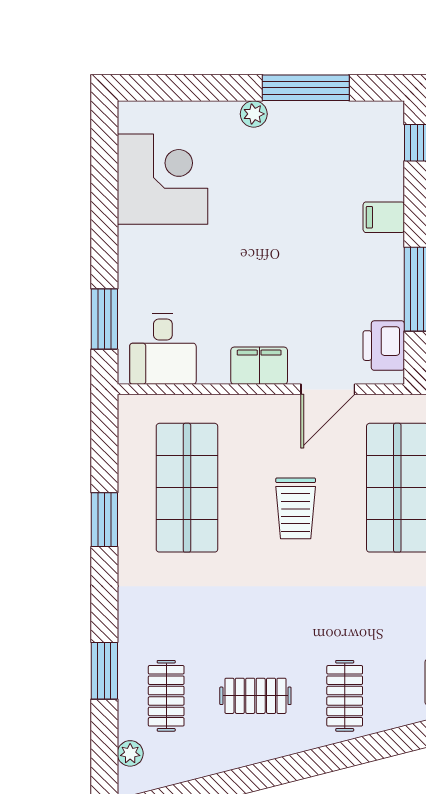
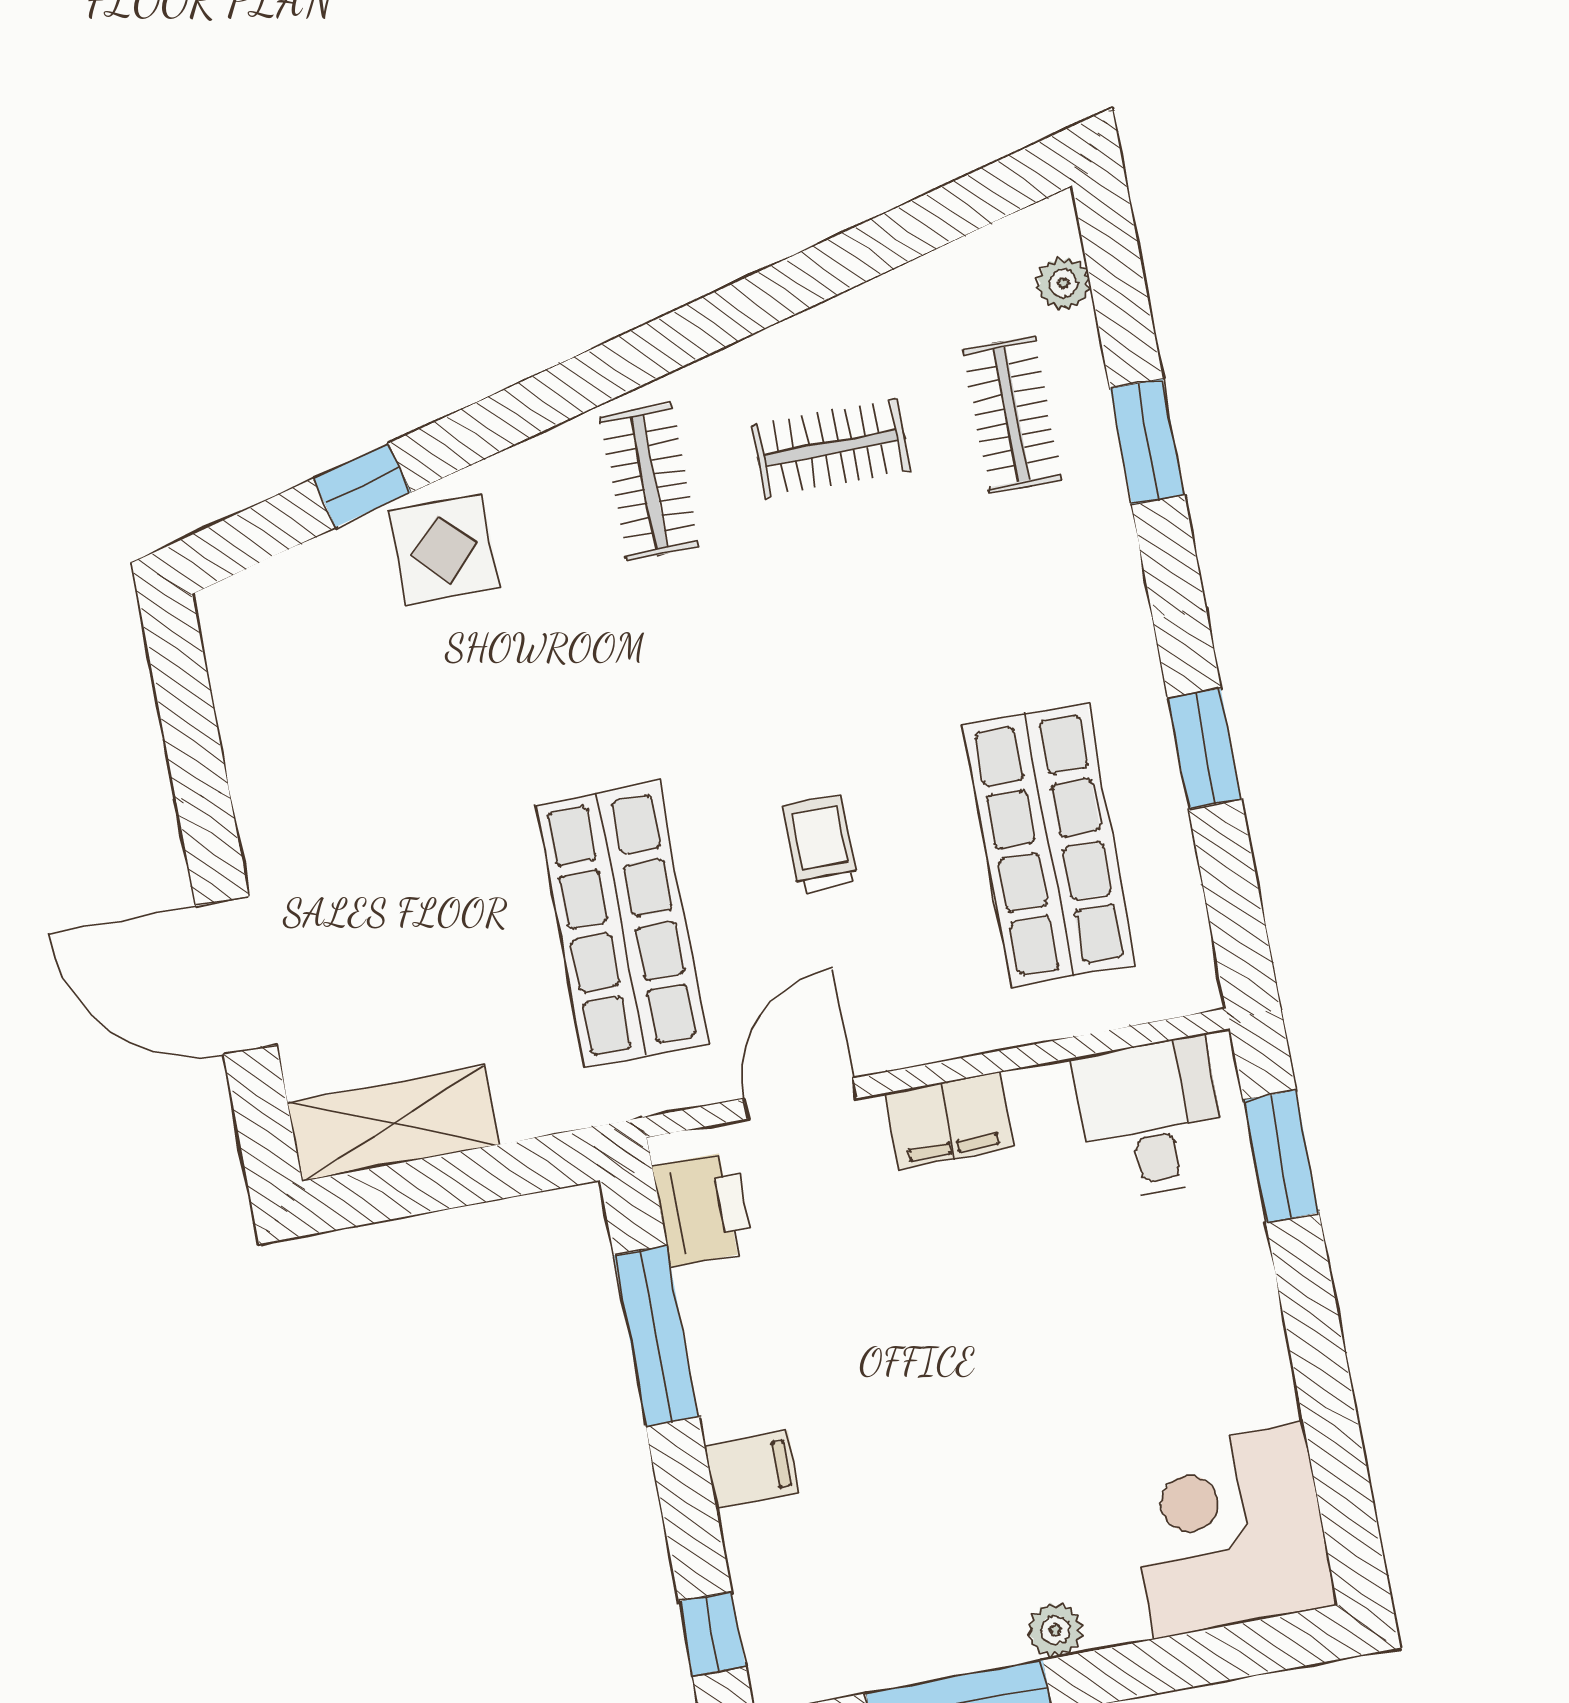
corner desk: (162, 179) -> (1229, 1530), moved, turned 90
trolley: (296, 508) -> (820, 844), width x0.73, depth x0.72

